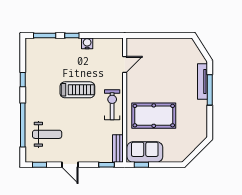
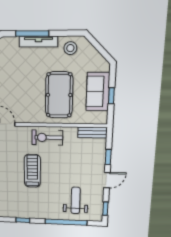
tv unit: (202, 81) -> (38, 42), moved
stool: (197, 125) -> (70, 48), added
sofa: (145, 152) -> (98, 92), moved
window: (107, 165) -> (108, 157), moved
window: (141, 165) -> (111, 96), moved

